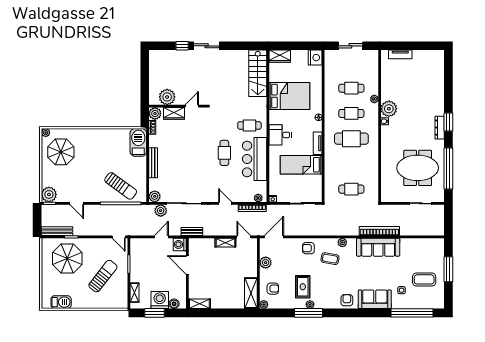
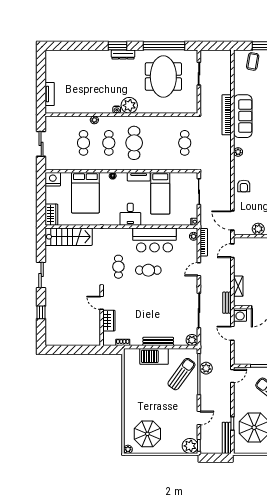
sliding door: (207, 46) -> (41, 275), moved
bed: (289, 96) -> (85, 193), moved, turned 180
plant: (167, 97) -> (92, 328), removed
plant: (389, 109) -> (129, 105), moved
plant: (155, 113) -> (109, 340), removed
cafe table: (249, 125) -> (118, 267), moved
barbecue: (138, 142) -> (154, 356), moved
plant: (161, 211) -> (206, 368), moved
shelving: (225, 243) -> (238, 286), moved
coffee table: (330, 259) -> (253, 61), moved

